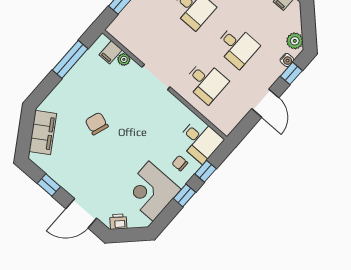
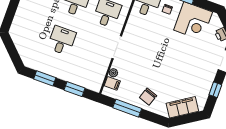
chair: (97, 124) -> (148, 97), moved

